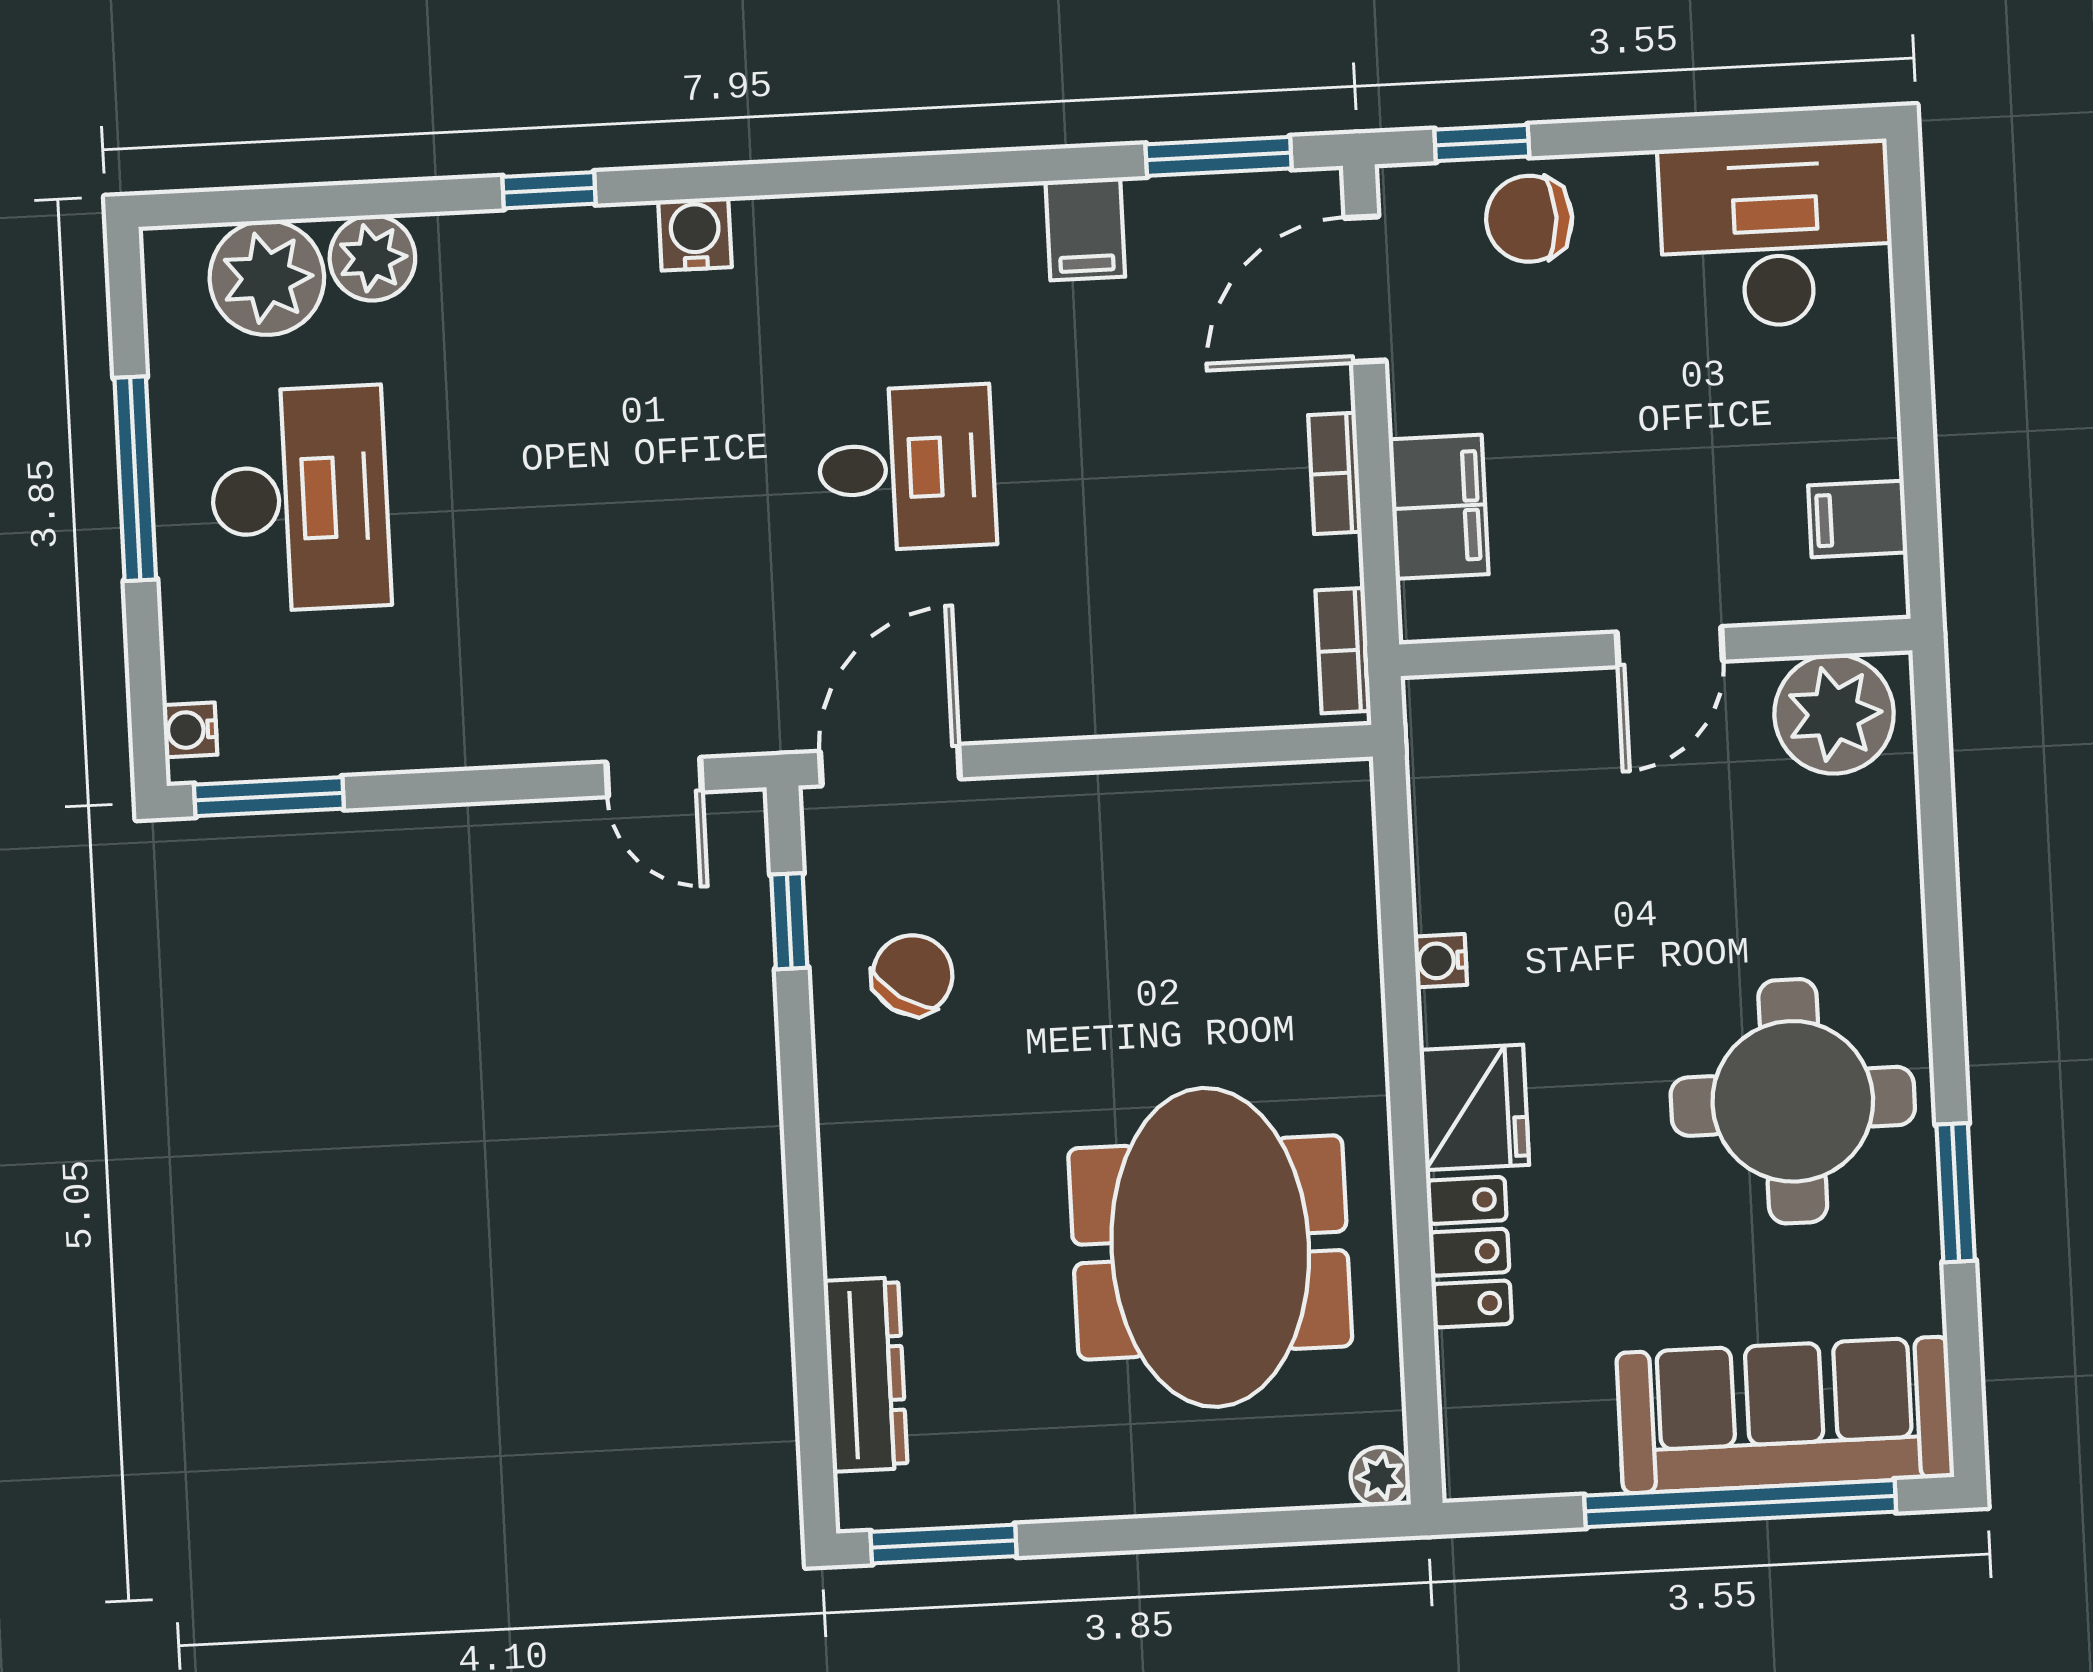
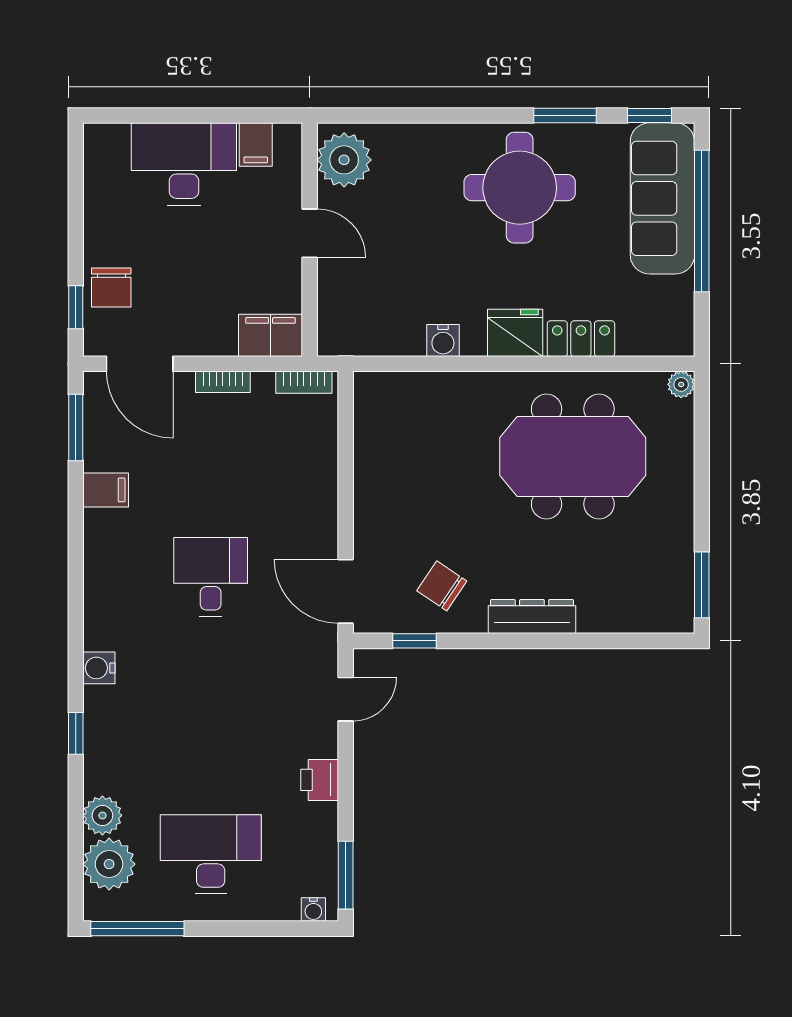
desk: (1776, 234) -> (184, 164), moved, turned 90
window: (135, 479) -> (137, 929), moved
filing cabinet: (1439, 507) -> (271, 335), moved
printer: (474, 729) -> (320, 780), added
water cooler: (1440, 961) -> (443, 341), width x1.38, depth x1.38
dresser: (865, 1375) -> (532, 617), moved
window: (1965, 1377) -> (649, 116), added

